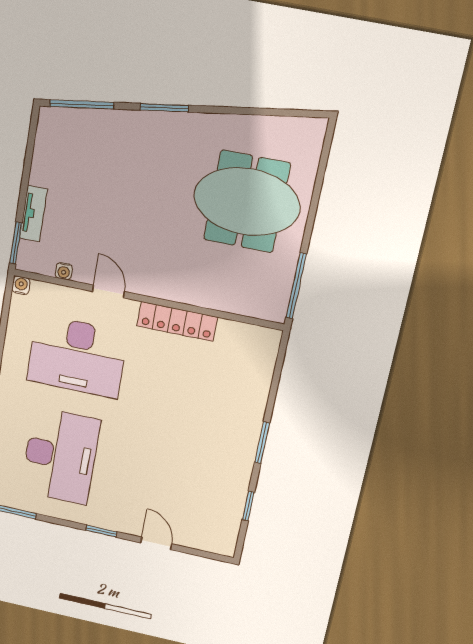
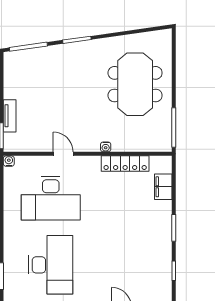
meeting table: (247, 202) -> (135, 84), turned 90
water cooler: (64, 271) -> (106, 147), moved
locker: (177, 321) -> (125, 164), moved
filing cabinet: (259, 376) -> (163, 187), added

